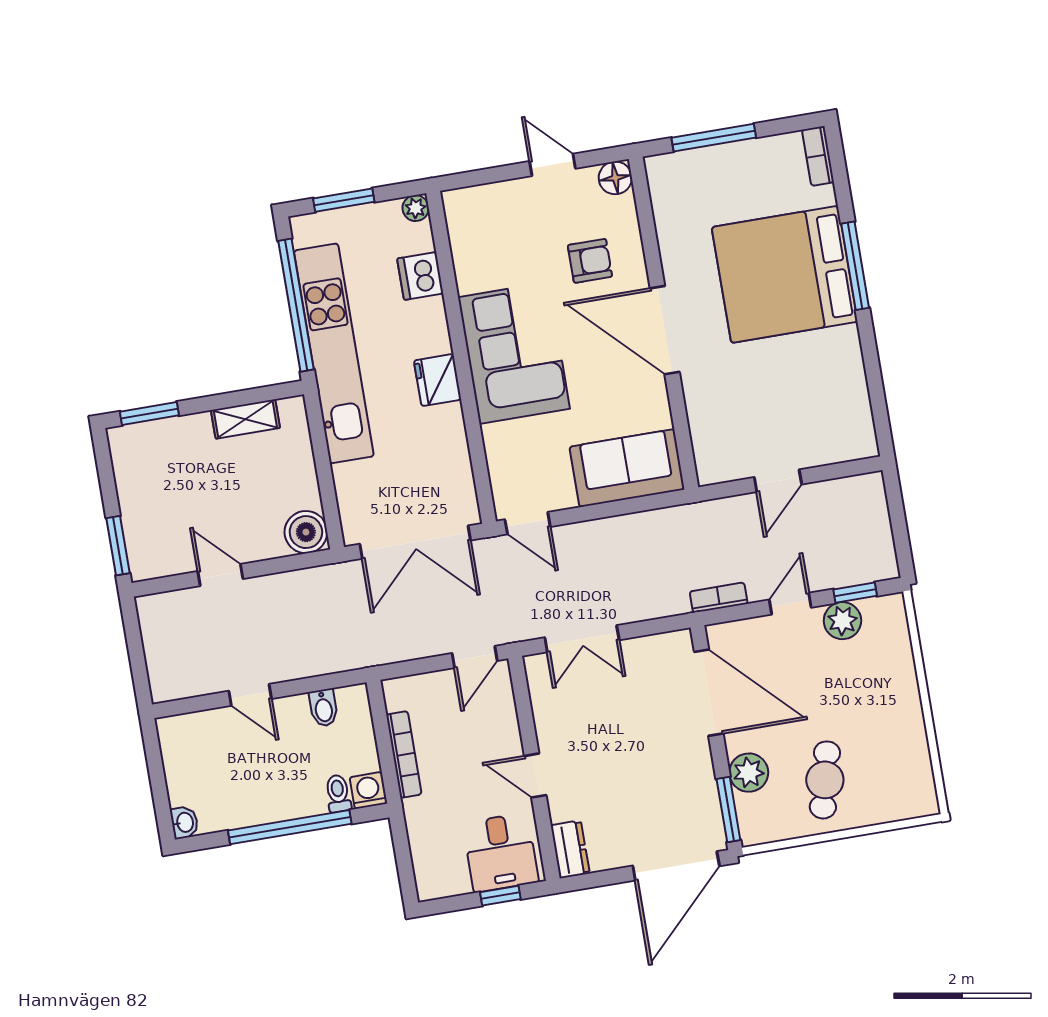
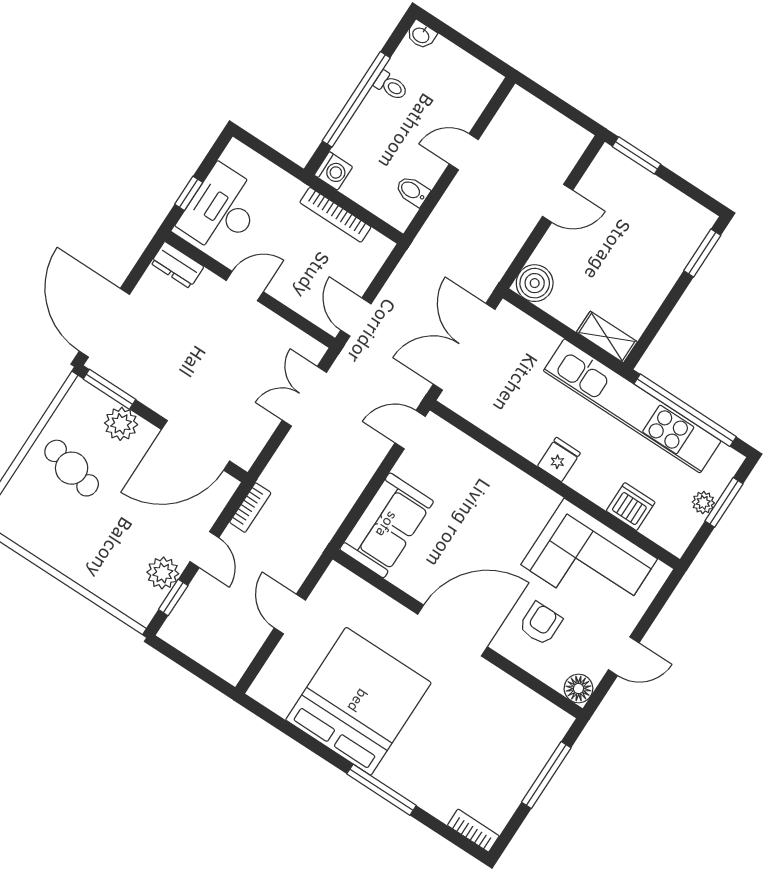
plant: (416, 208) -> (703, 503), moved
armchair: (590, 261) -> (540, 624), turned 180
bed: (785, 274) -> (358, 701), moved
corner sofa: (514, 353) -> (589, 562), moved
fridge: (438, 380) -> (559, 459), width x0.72
shelving: (245, 419) -> (607, 337), moved, turned 90
toilet: (338, 793) -> (391, 86), moved
desk: (501, 852) -> (222, 210), width x1.37

